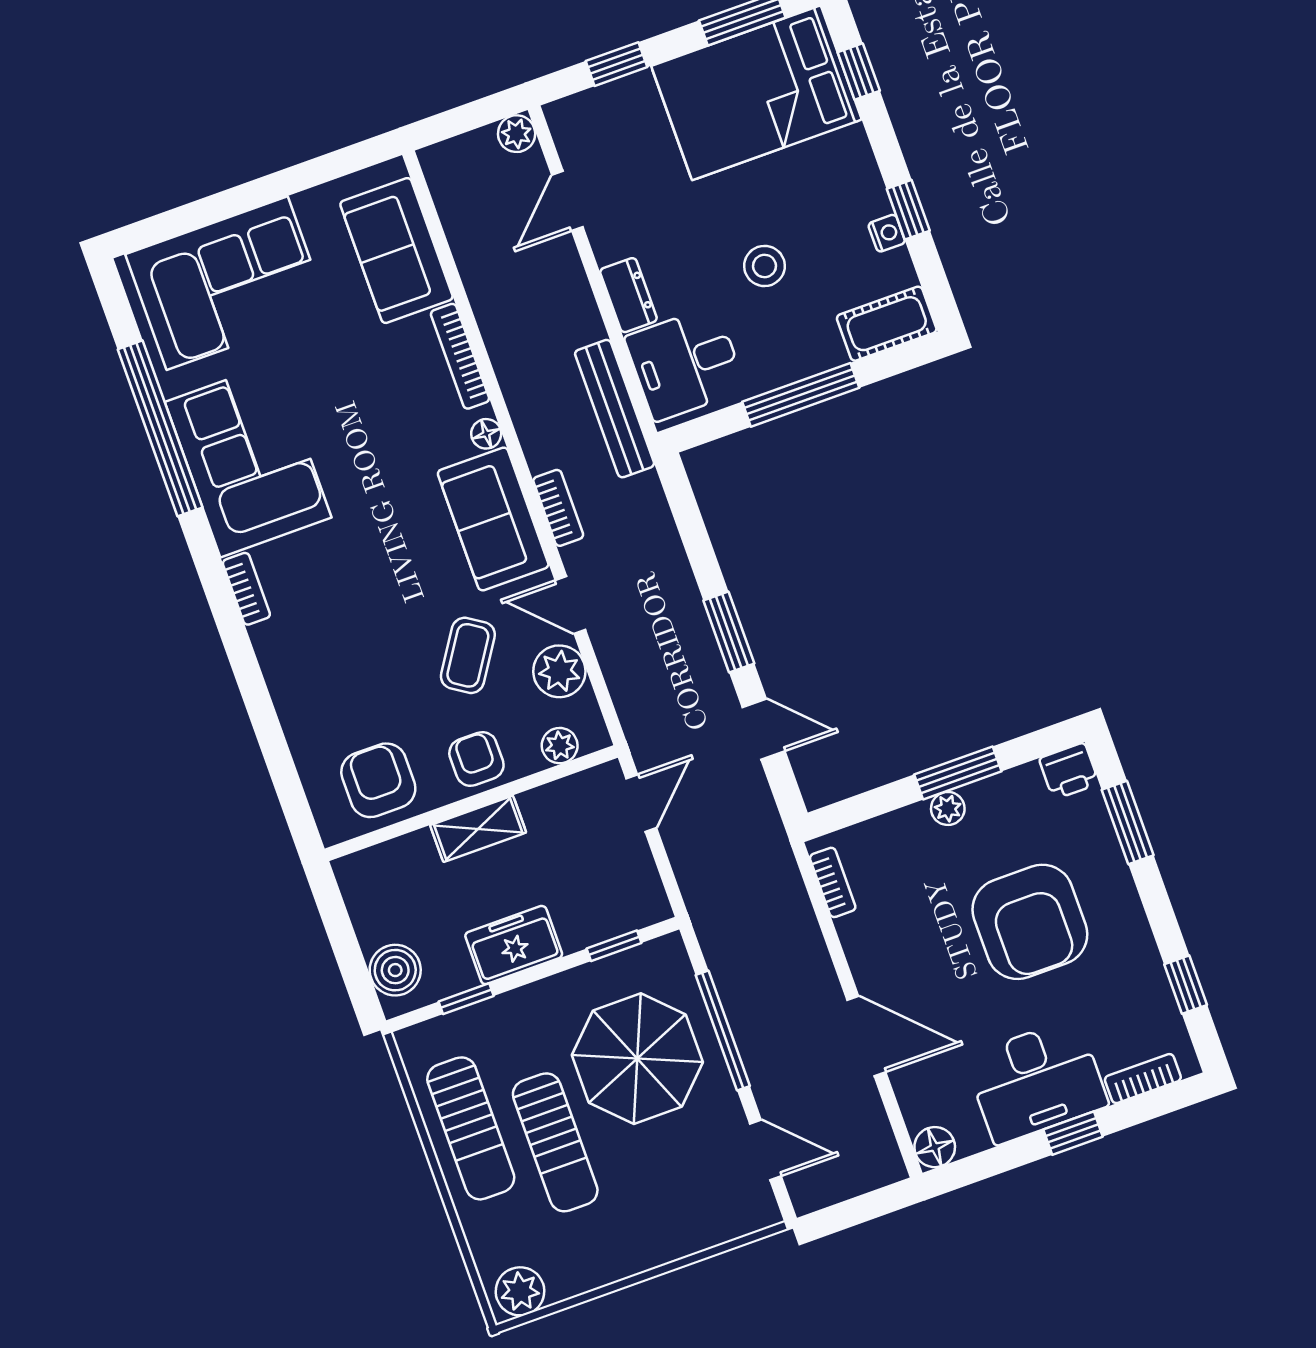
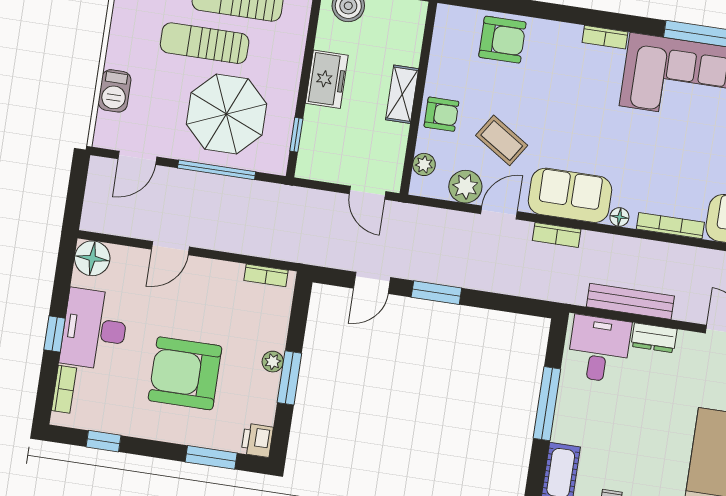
stool: (765, 266) -> (629, 422), removed
bench: (615, 409) -> (630, 301), moved
armchair: (378, 780) -> (502, 40), moved
window: (466, 999) -> (311, 37), removed
door: (866, 1036) -> (170, 248), width x0.73
floor lamp: (935, 1147) -> (92, 258), width x1.38, depth x1.38
barbecue: (689, 1232) -> (115, 91), added

